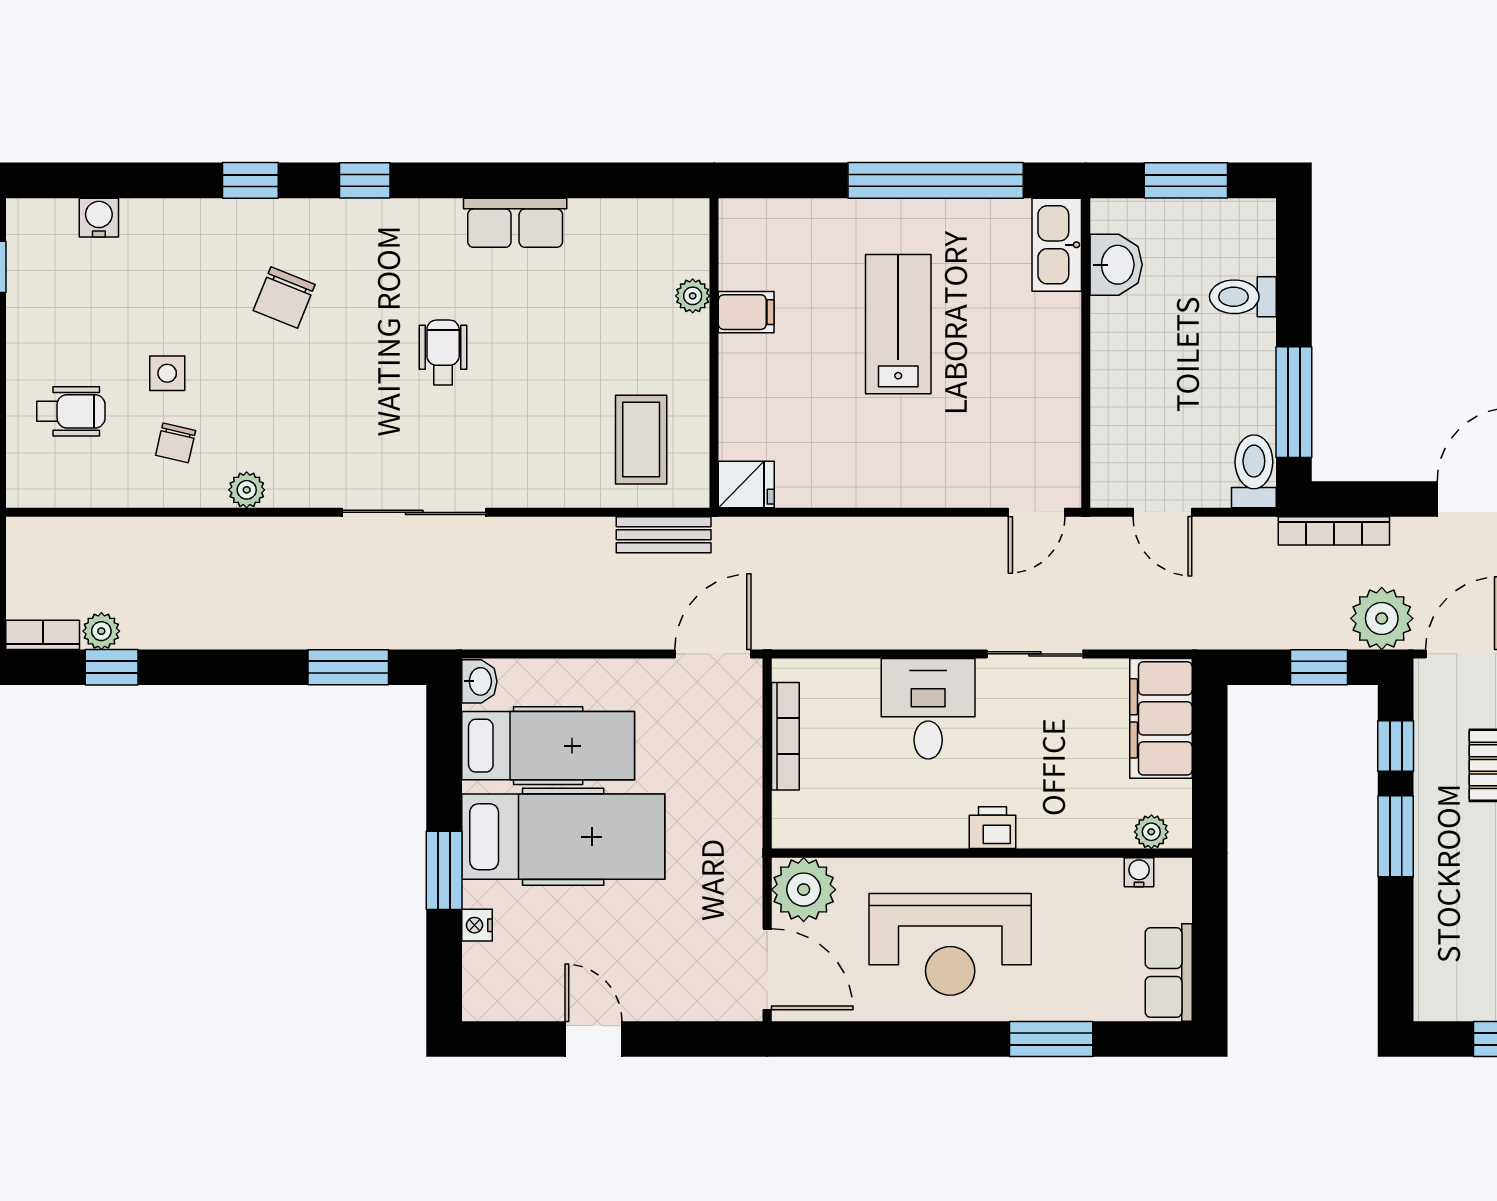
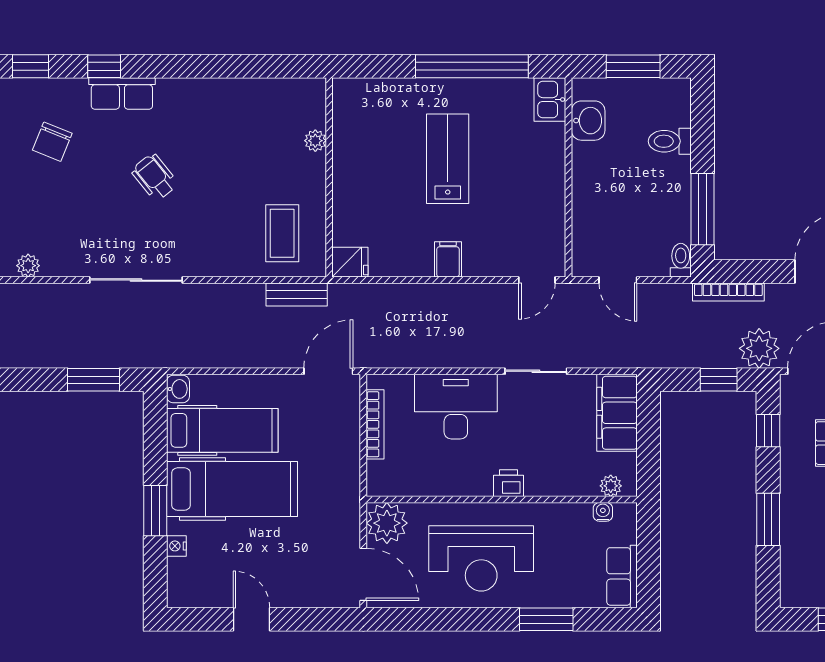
row of seats: (515, 223) -> (122, 94), moved
kitchen sink: (1057, 245) -> (550, 100), width x0.73
filing cabinet: (746, 312) -> (448, 259), moved, turned -90
wheelchair: (443, 352) -> (155, 177), turned -39
toilet: (1254, 471) -> (681, 260), width x0.73, depth x0.72
desk: (928, 709) -> (456, 407), width x1.37
window: (1396, 836) -> (768, 519), moved

